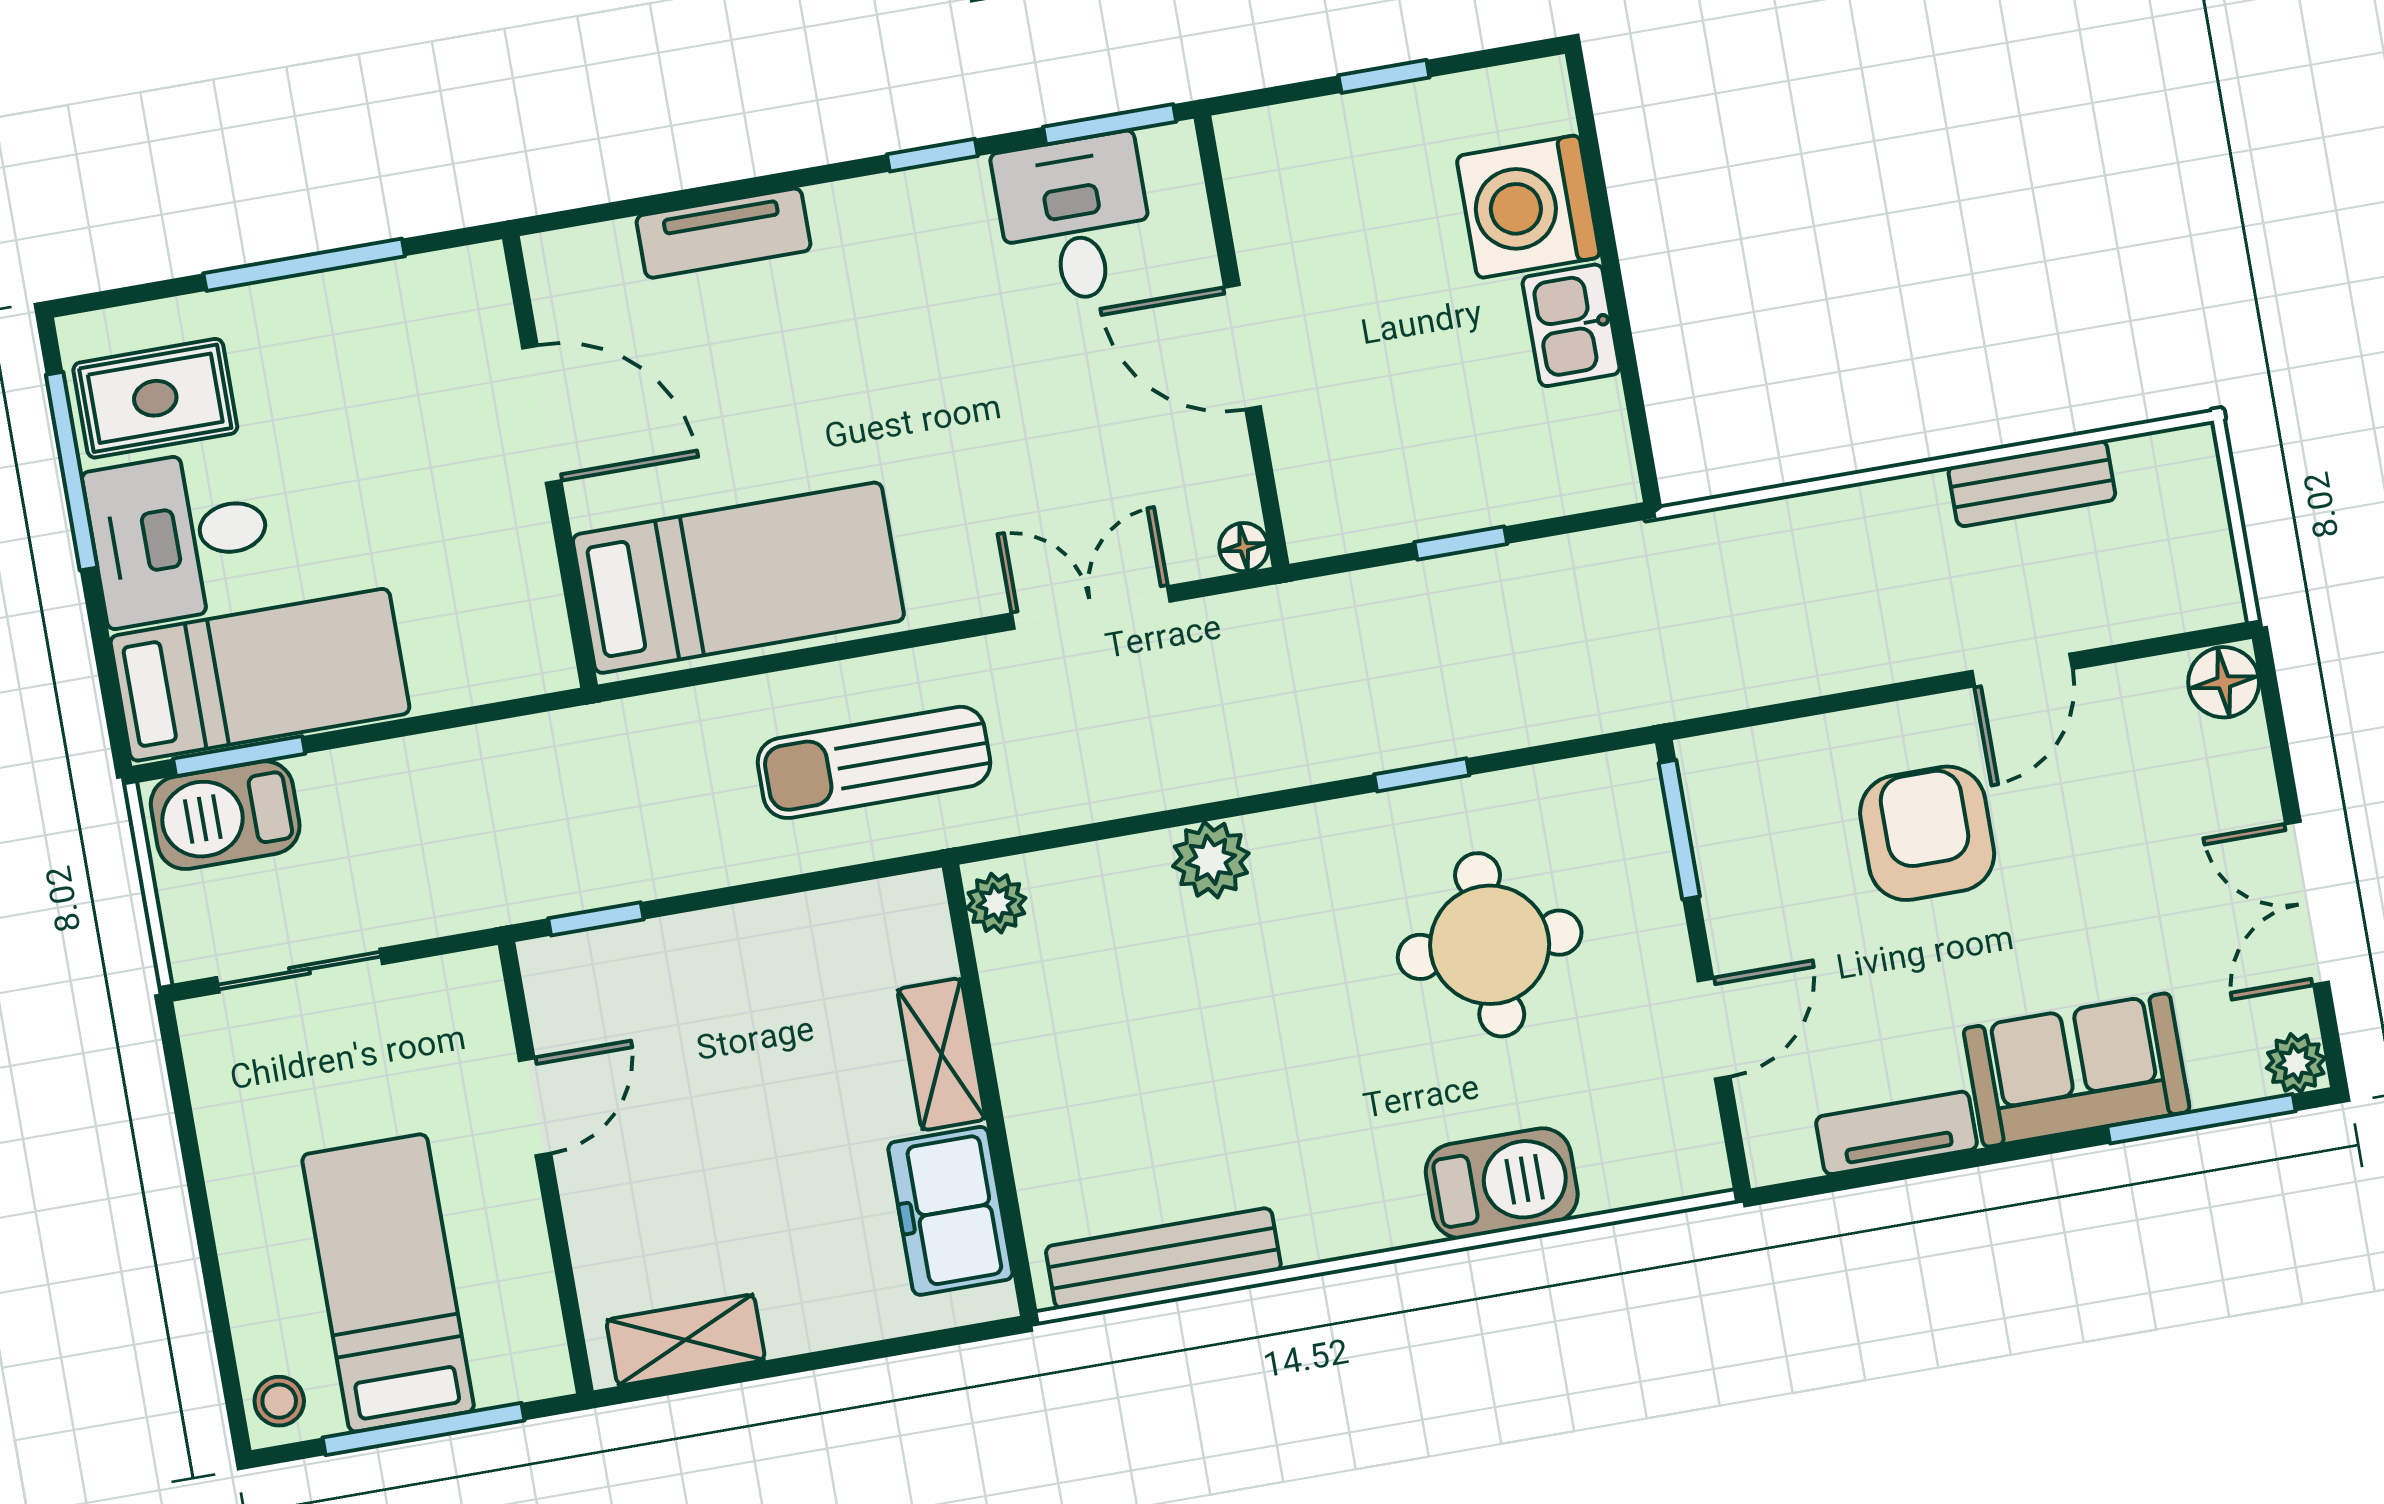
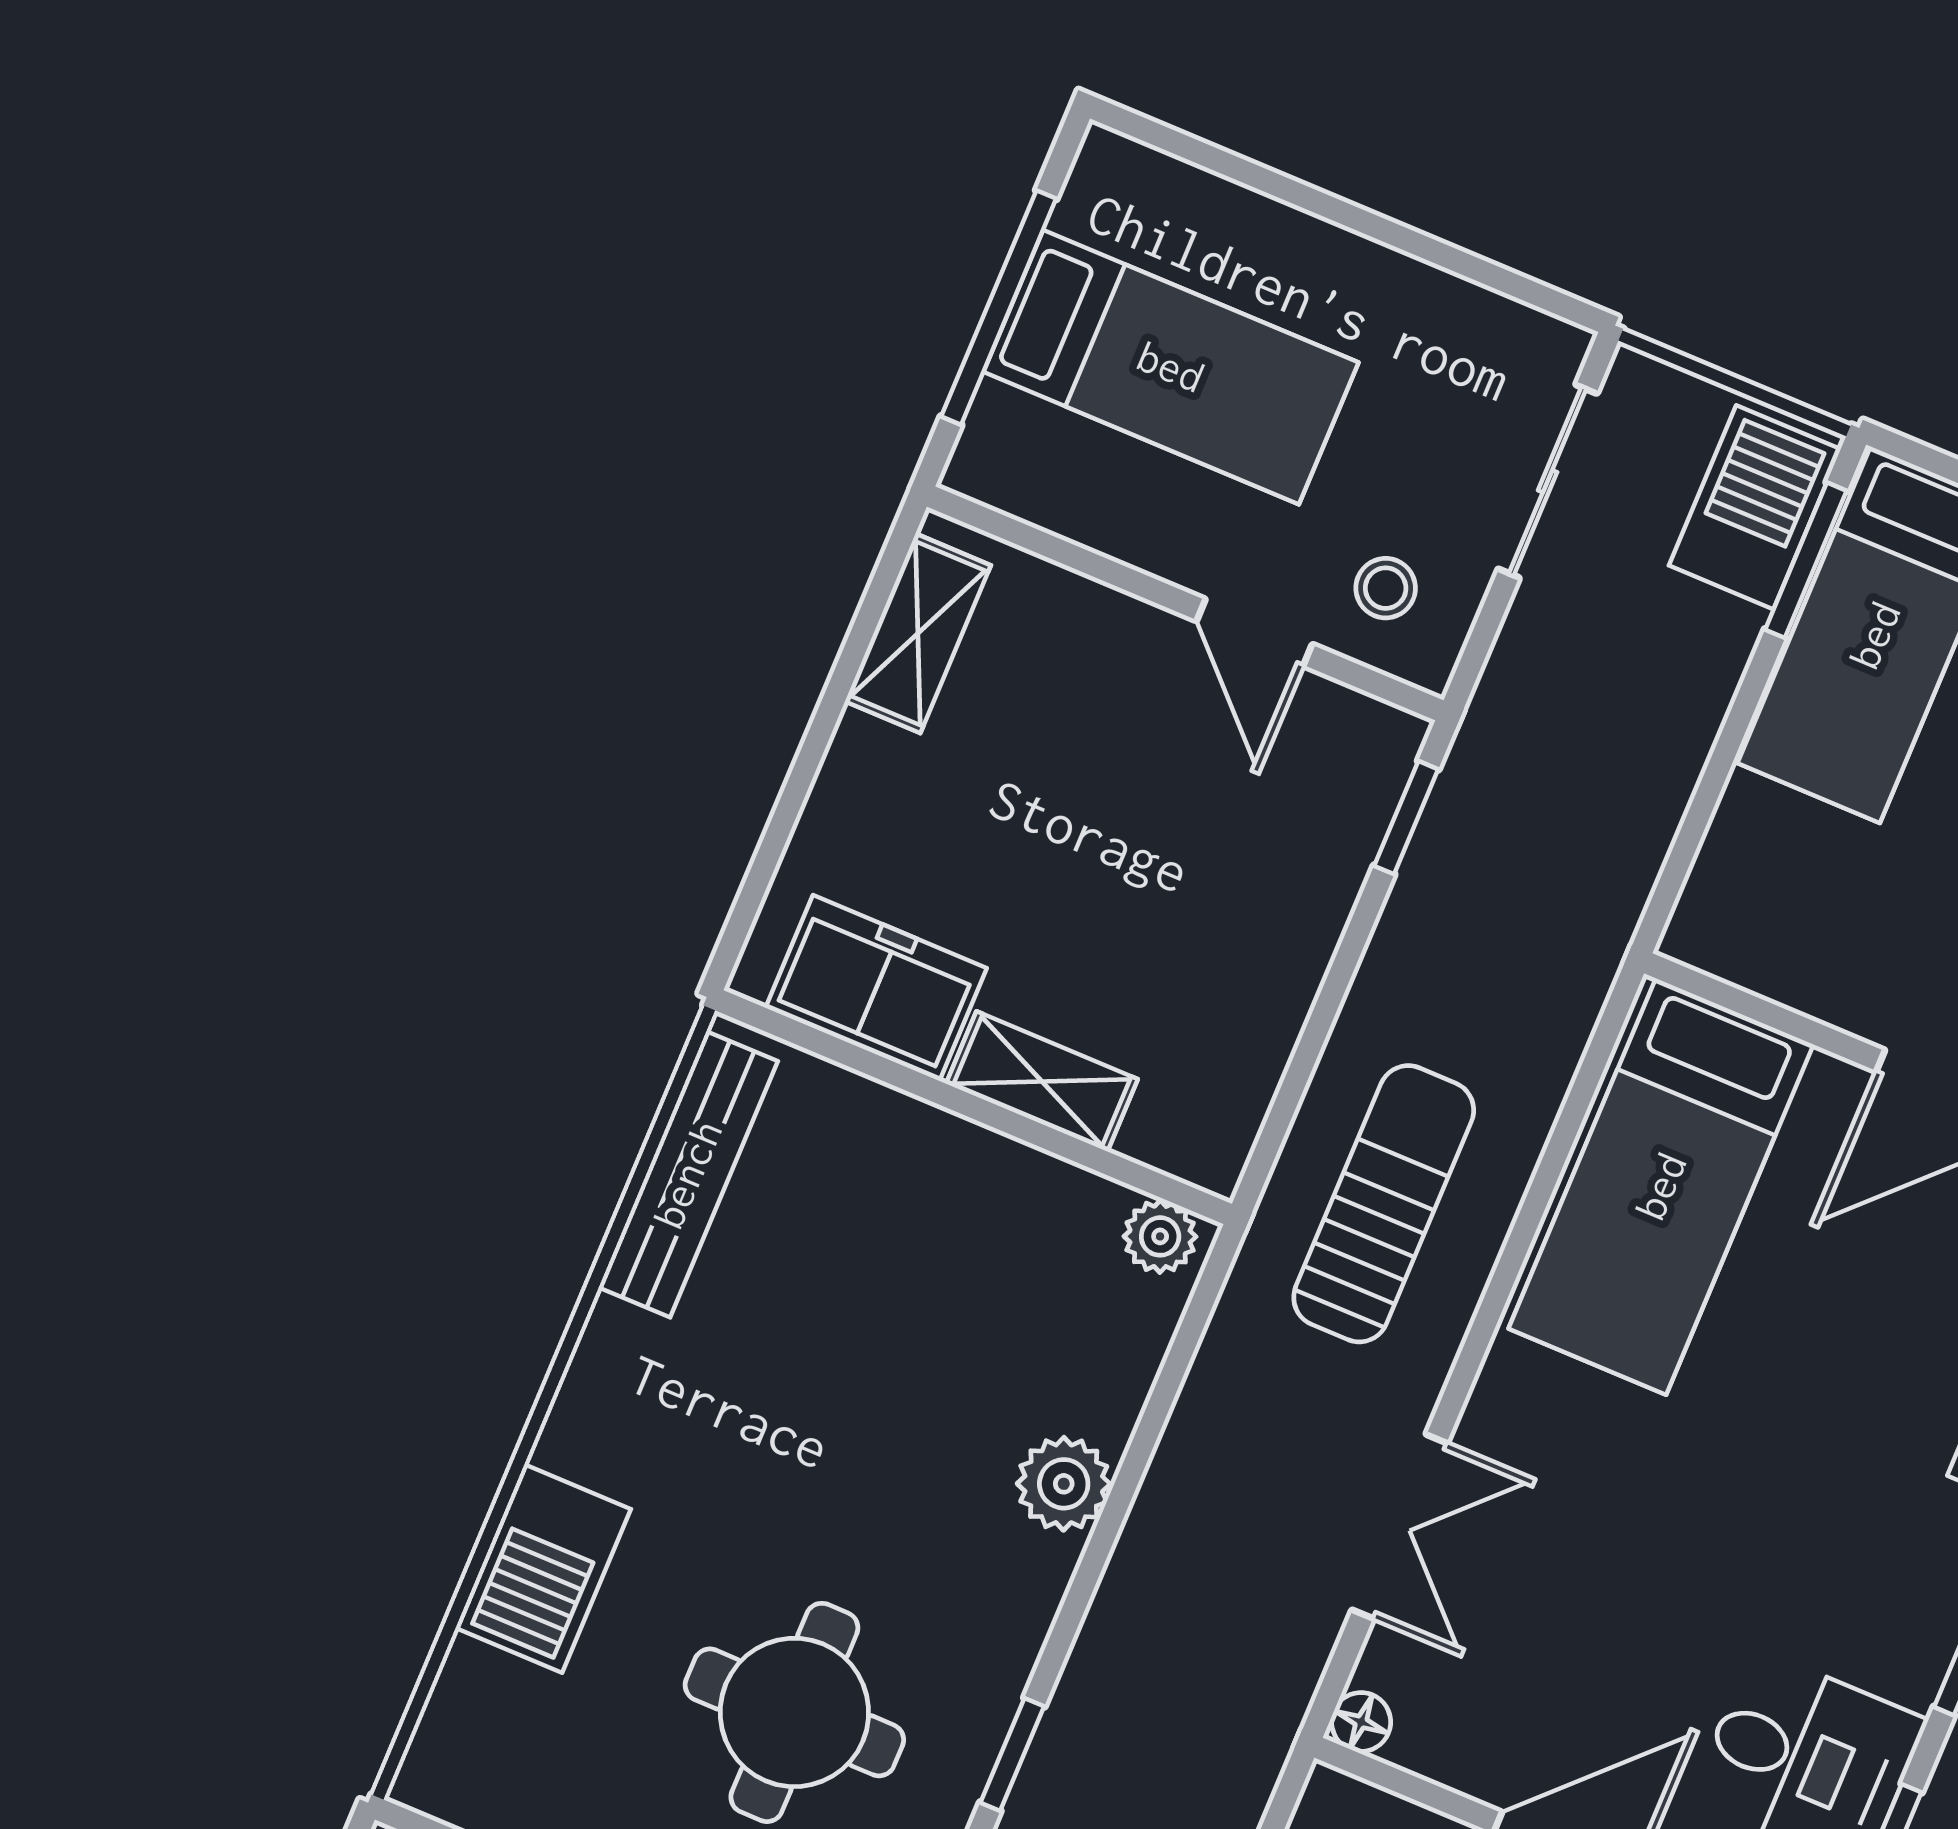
stool: (279, 1401) -> (1386, 588), moved

